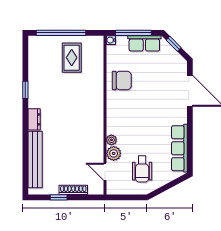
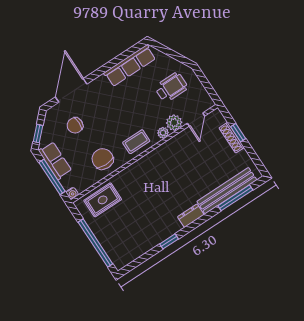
rug: (72, 58) -> (103, 200), moved
chair: (161, 76) -> (75, 125), added
coffee table: (118, 115) -> (136, 142), added
window: (25, 163) -> (235, 198), added
window: (59, 197) -> (238, 133), moved

